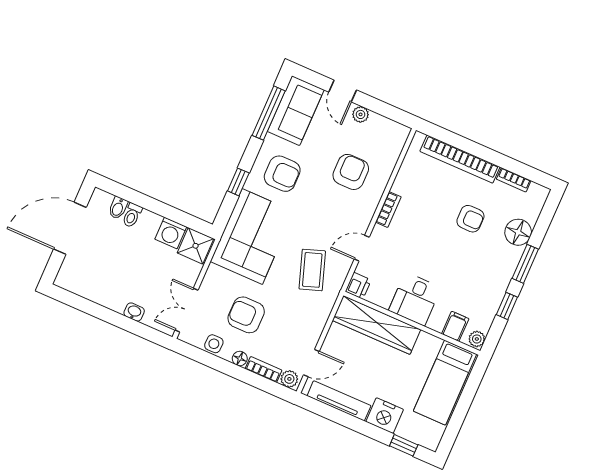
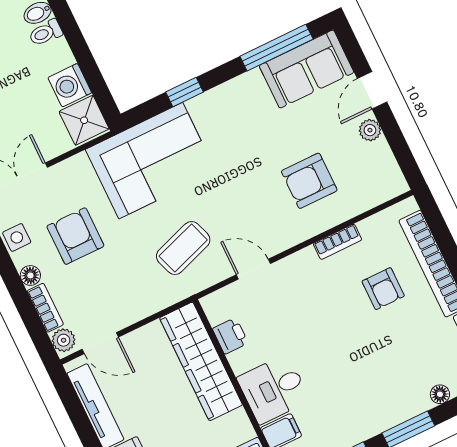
armchair: (351, 172) -> (309, 181), turned 180
armchair: (282, 174) -> (237, 122), removed
bookcase: (388, 210) -> (337, 242), moved
armchair: (470, 219) -> (383, 289), moved
floor lamp: (518, 232) -> (440, 394), width x0.53, depth x0.53
printer: (358, 286) -> (230, 336), moved, turned -90
desk: (415, 299) -> (273, 389), moved

